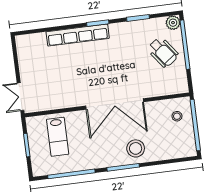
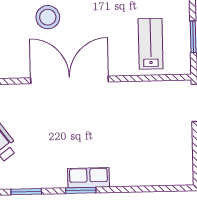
row of seats: (78, 35) -> (88, 178), width x0.50

